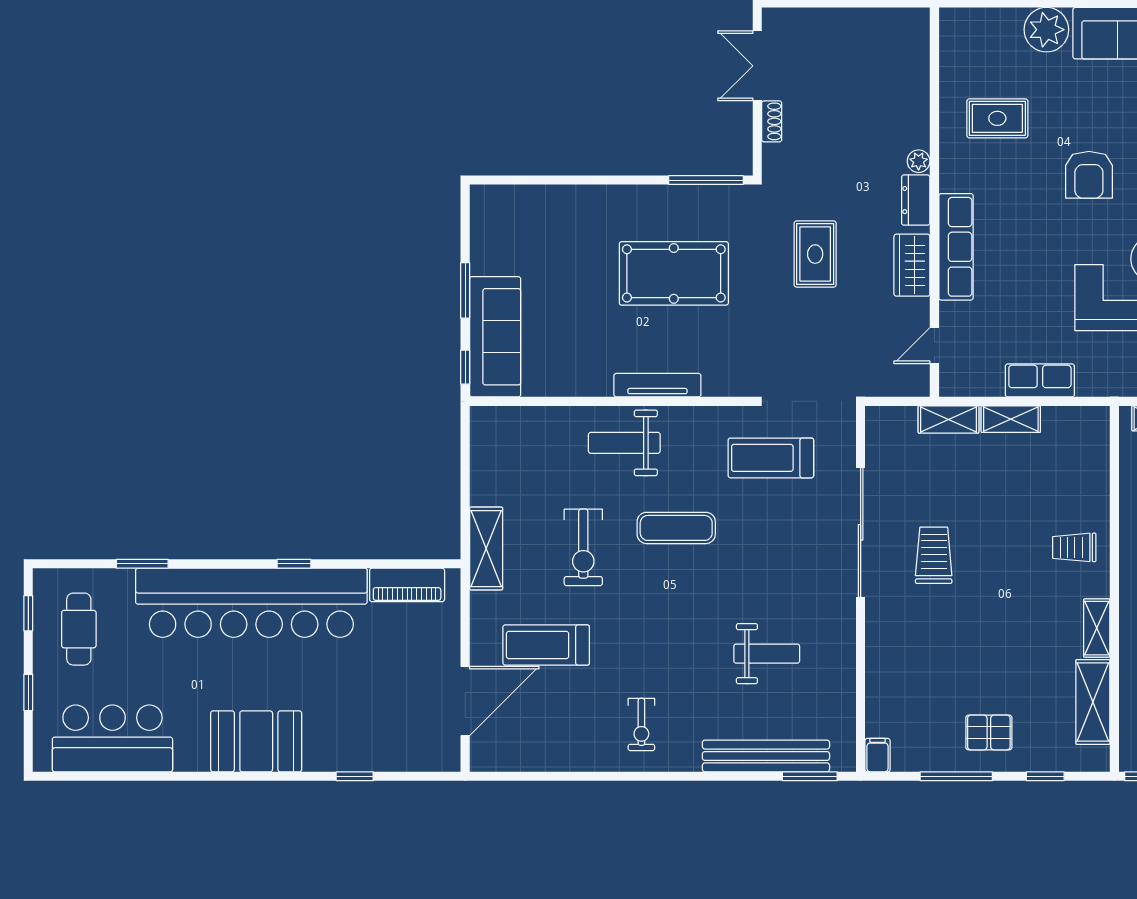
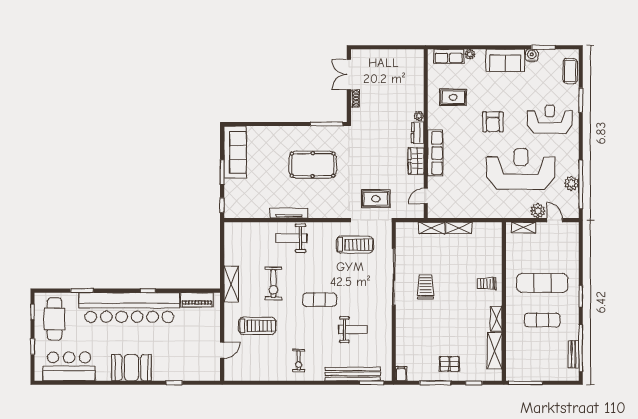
plant: (1046, 30) -> (470, 54), width x0.53, depth x0.53
rug: (815, 254) -> (376, 199), moved, turned 90
sofa: (495, 337) -> (235, 152), moved
row of seats: (1040, 380) -> (449, 56), moved, turned 180
tv unit: (657, 385) -> (289, 213), moved
treadmill: (771, 458) -> (355, 245), turned 180
exercise mat: (676, 528) -> (320, 300), moved
cafe table: (79, 629) -> (54, 319), width x1.37, depth x1.35
treadmill: (546, 645) -> (257, 326), turned 180
door: (465, 701) -> (222, 350), width x0.53

